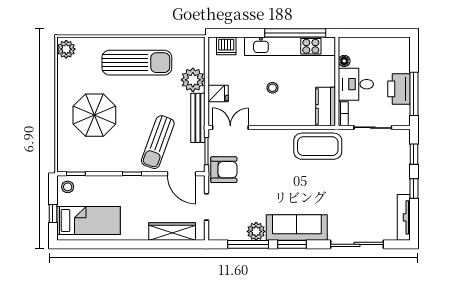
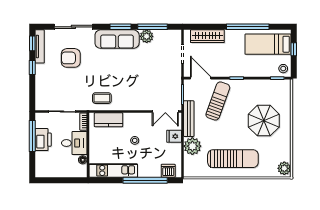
window: (295, 33) -> (145, 180), moved
kitchen unit: (290, 46) -> (113, 170), width x0.73
sun lounger: (137, 63) -> (233, 159), turned 180
kitchen counter: (326, 107) -> (109, 120), moved, turned 90
coffee table: (318, 146) -> (102, 98), width x0.54, depth x0.58
window: (414, 154) -> (32, 43), moved
armchair: (224, 170) -> (71, 58), moved
window: (117, 244) -> (248, 27), added

